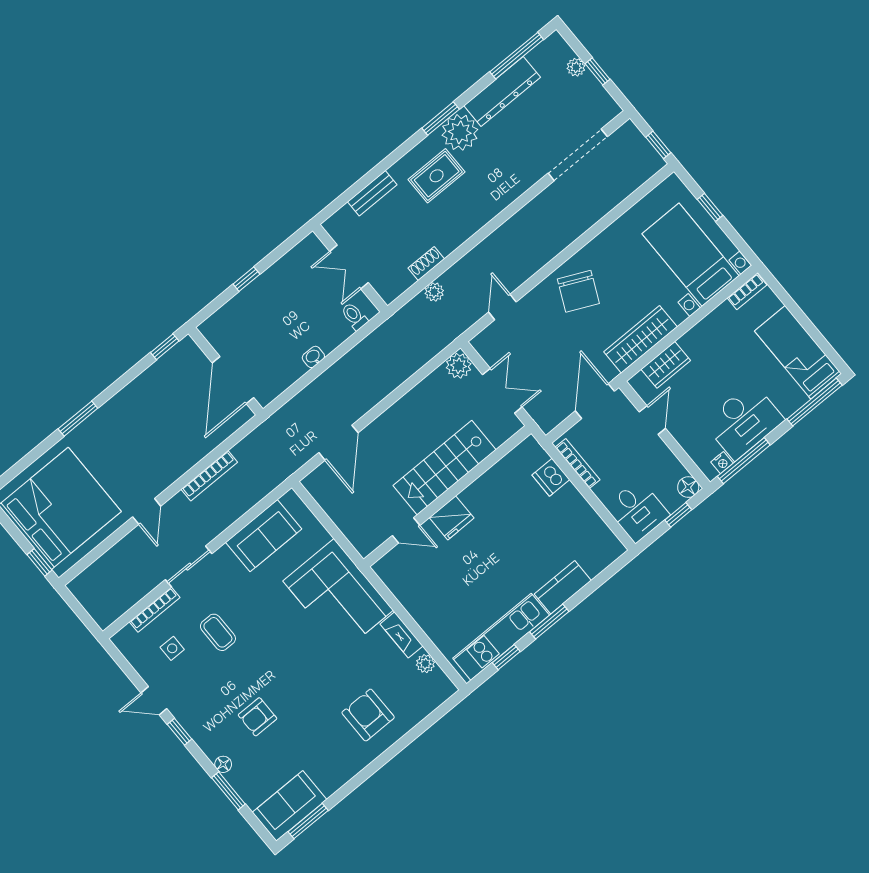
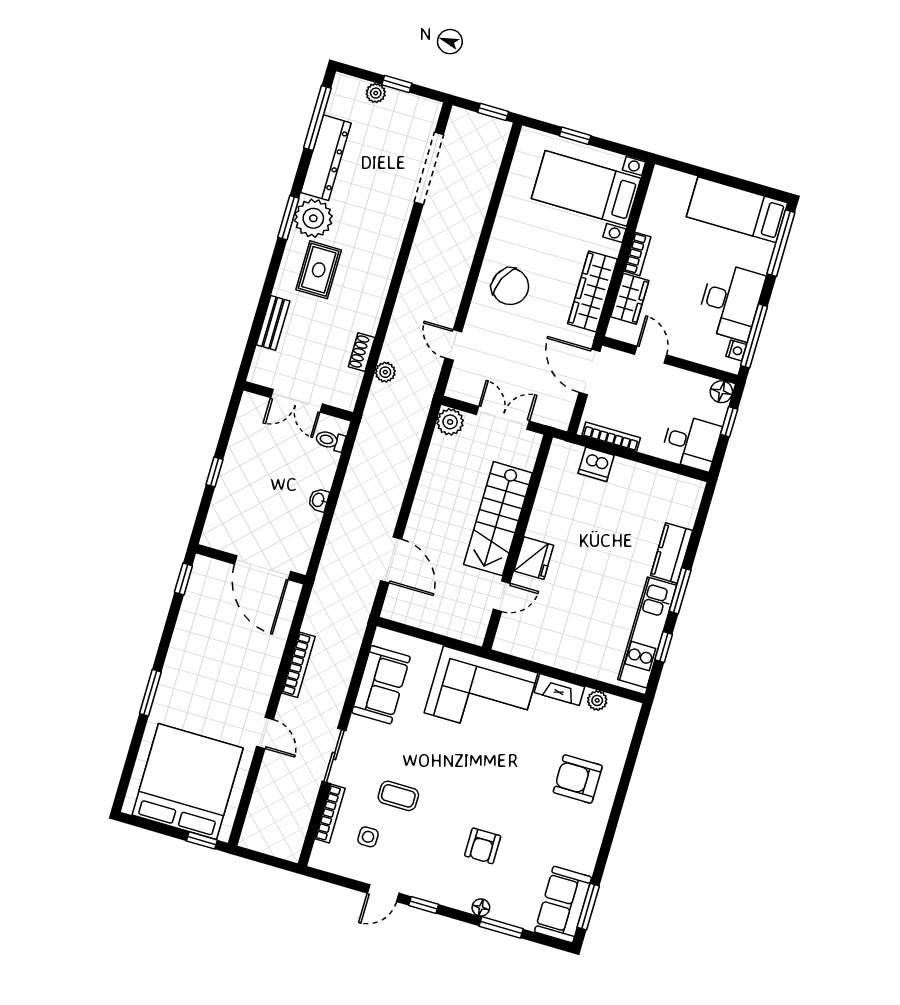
bookcase: (747, 291) -> (637, 254), moved

